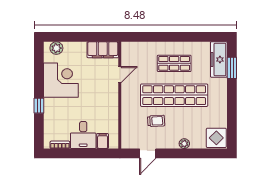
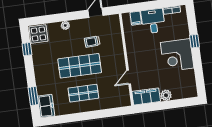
plant: (56, 48) -> (166, 95), moved
freezer: (219, 59) -> (46, 106), width x0.71
corner desk: (61, 80) -> (177, 55), moved
shop shelf: (174, 95) -> (80, 66), width x0.71
window: (232, 122) -> (27, 49), added

